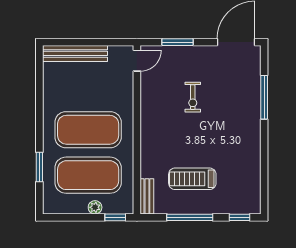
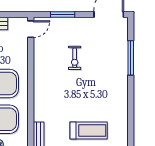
treadmill: (192, 179) -> (89, 130), moved, turned 180

